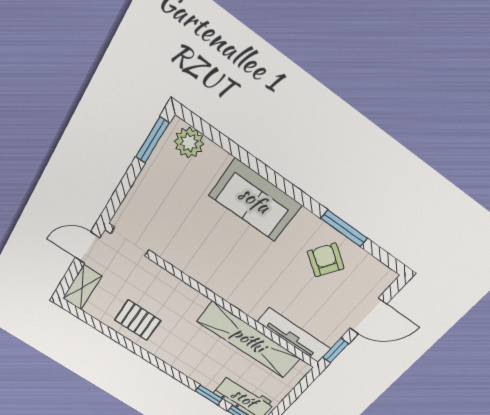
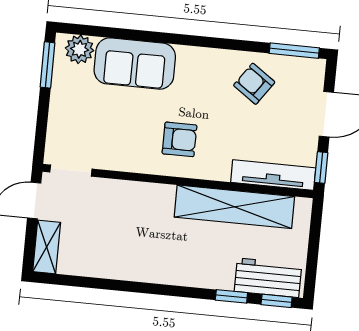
sofa: (255, 200) -> (135, 63), moved
window: (344, 228) -> (294, 51), moved
armchair: (235, 268) -> (179, 139), added
pallet: (138, 320) -> (117, 251), removed

